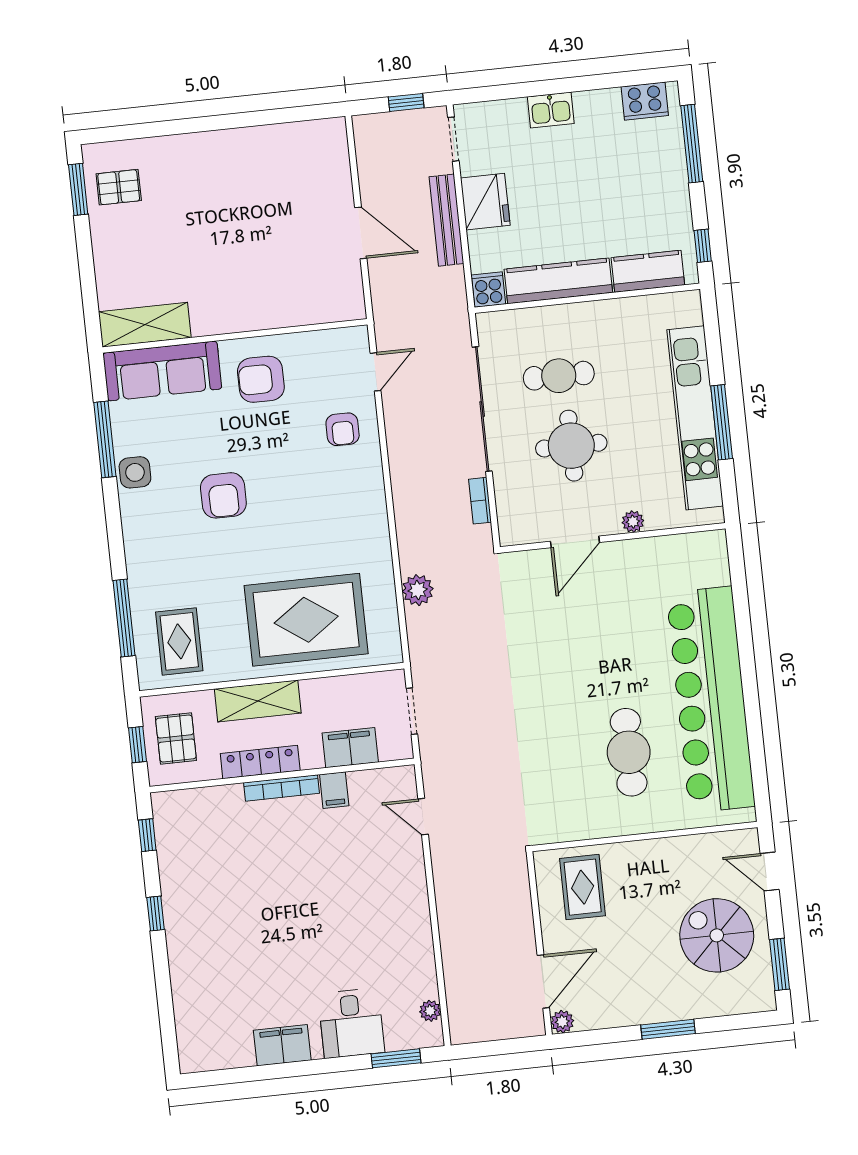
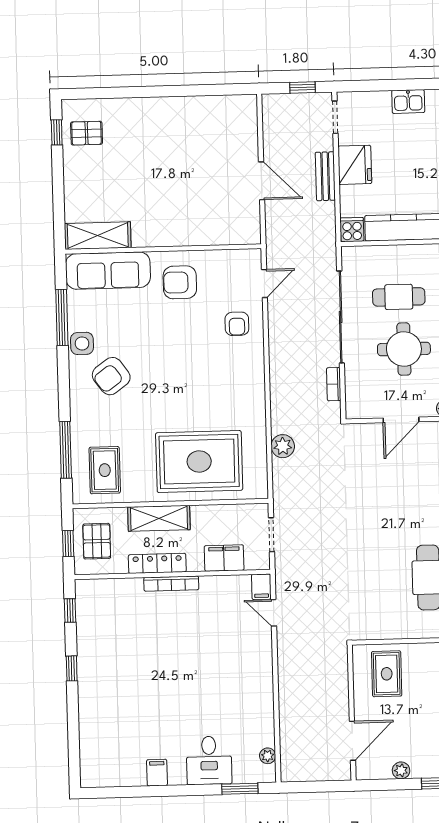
window: (78, 189) -> (57, 132), width x0.67
bench: (446, 220) -> (325, 176), width x0.73
armchair: (223, 495) -> (111, 376), moved, turned 54
filing cabinet: (334, 790) -> (261, 587), moved
plant: (562, 1022) -> (401, 770), moved
filing cabinet: (282, 1045) -> (157, 773), width x0.50

